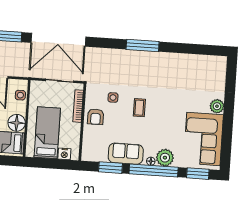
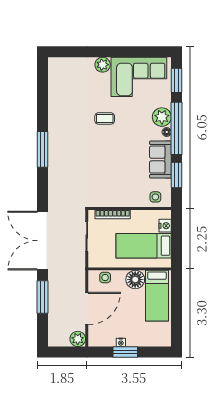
double door: (58, 40) -> (43, 241), swing flipped
side table: (113, 97) -> (155, 197), moved
coffee table: (139, 108) -> (105, 118), moved
armchair: (96, 117) -> (123, 195), removed

